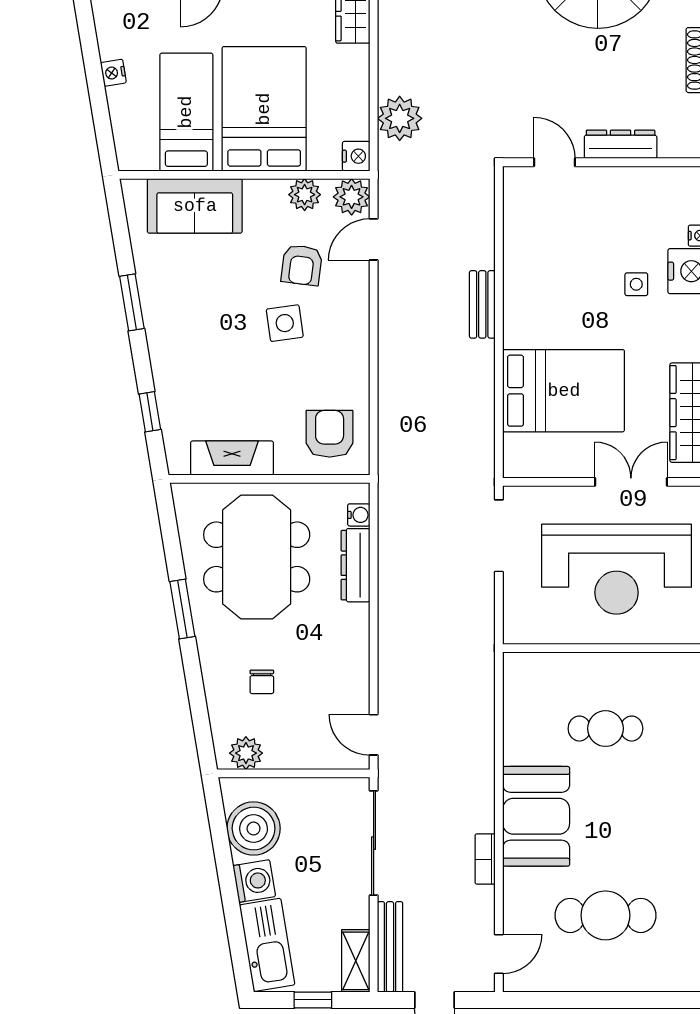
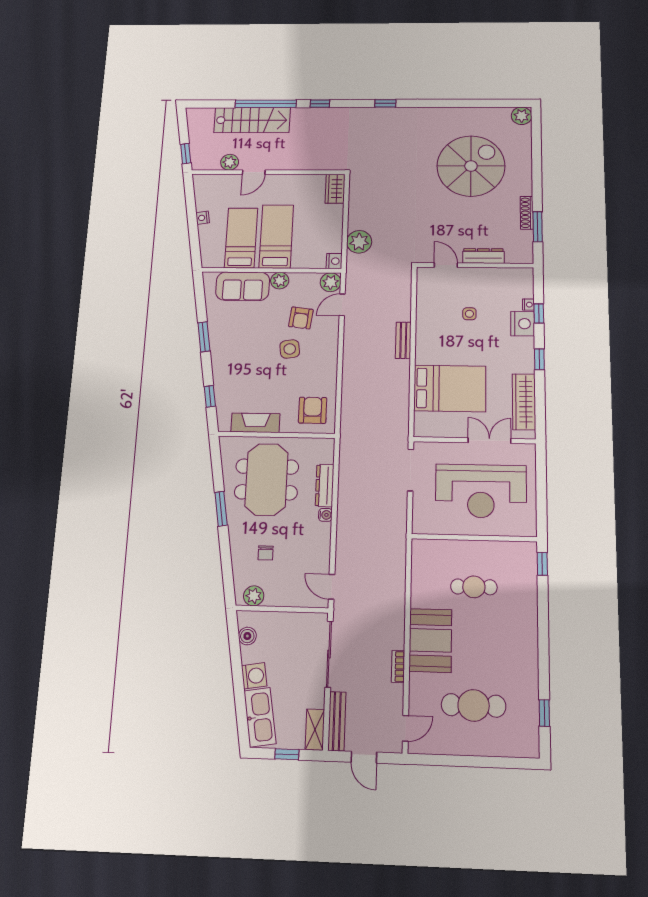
bed: (264, 109) -> (276, 236), width x0.67
plant: (305, 195) -> (280, 281), moved
side table: (636, 284) -> (469, 314), moved
water cooler: (359, 515) -> (325, 515), moved
boiler: (254, 829) -> (247, 636), width x0.54, depth x0.54

